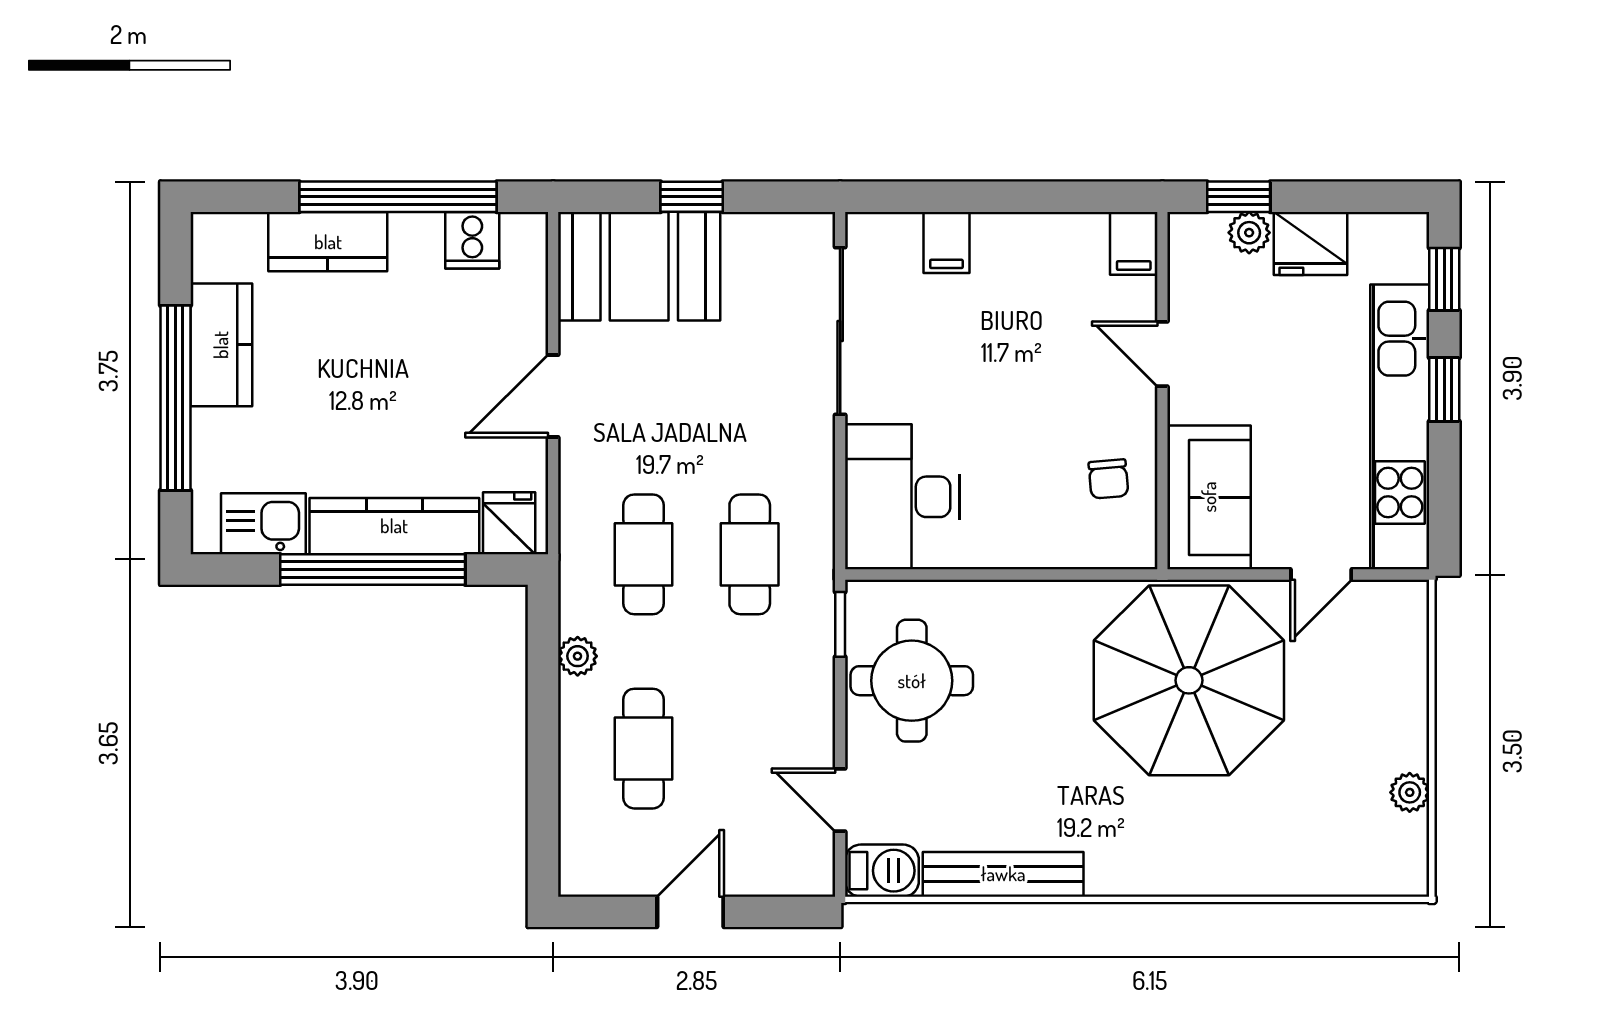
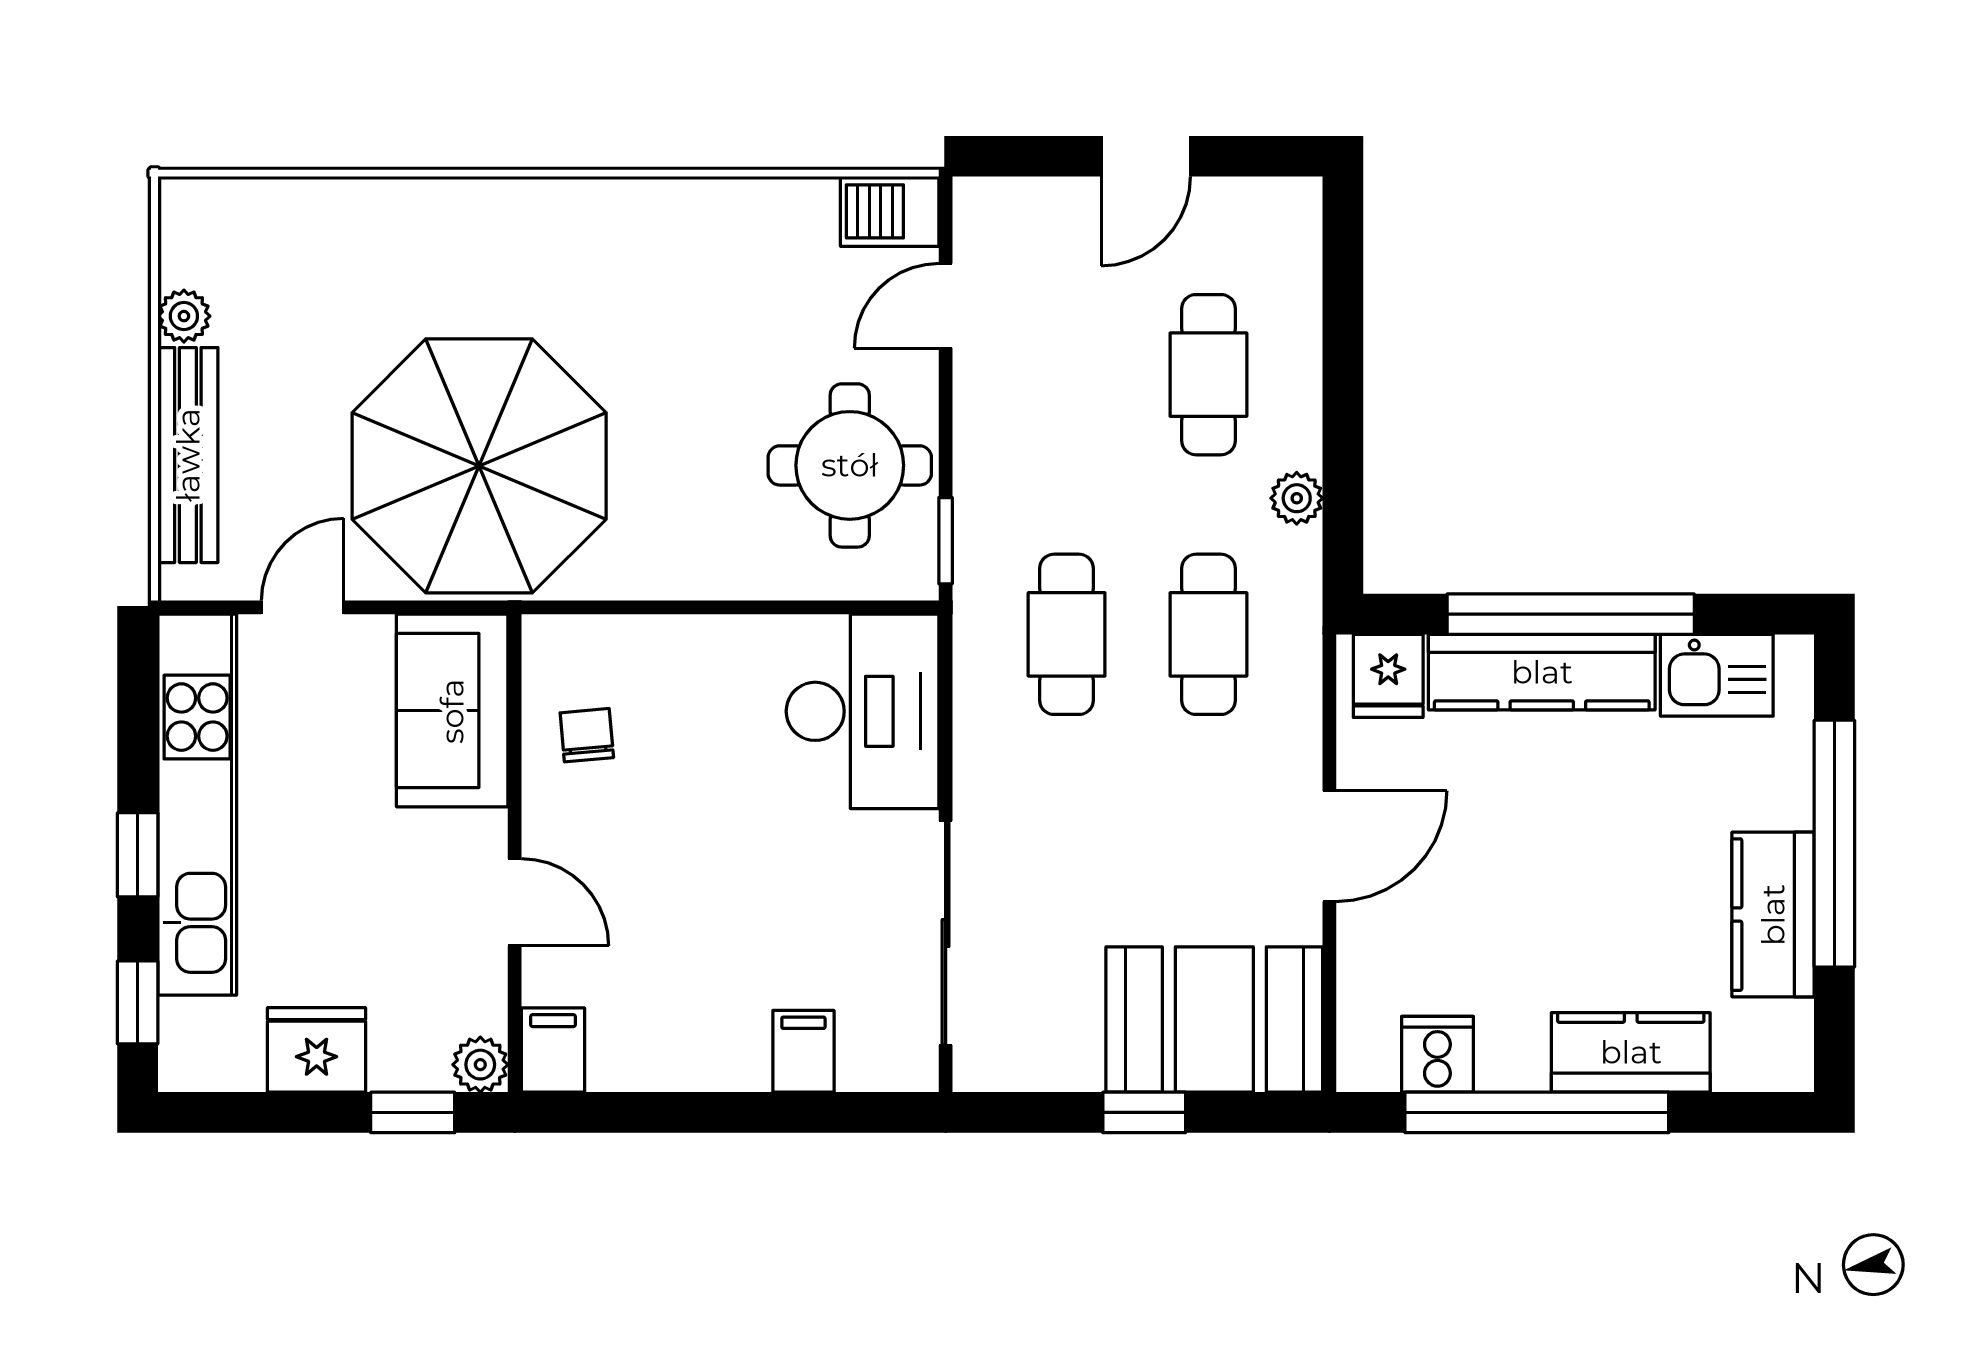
plant: (1249, 233) -> (480, 1065), moved
door: (840, 800) -> (946, 306), swing flipped
bench: (1003, 874) -> (188, 455), moved, turned 90

